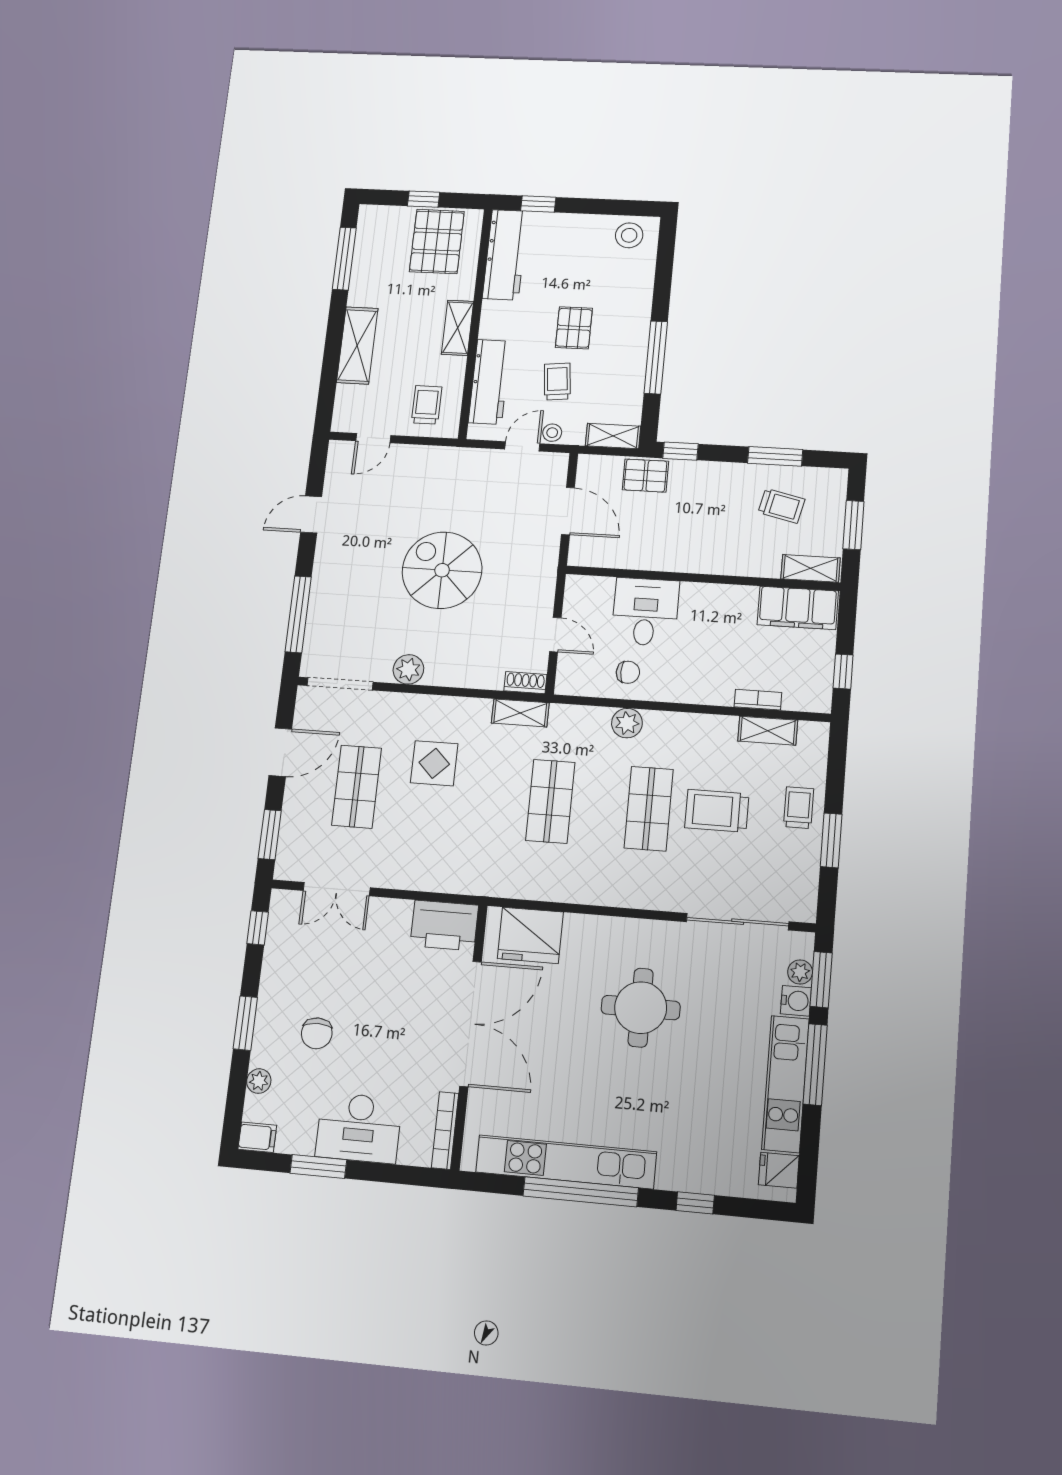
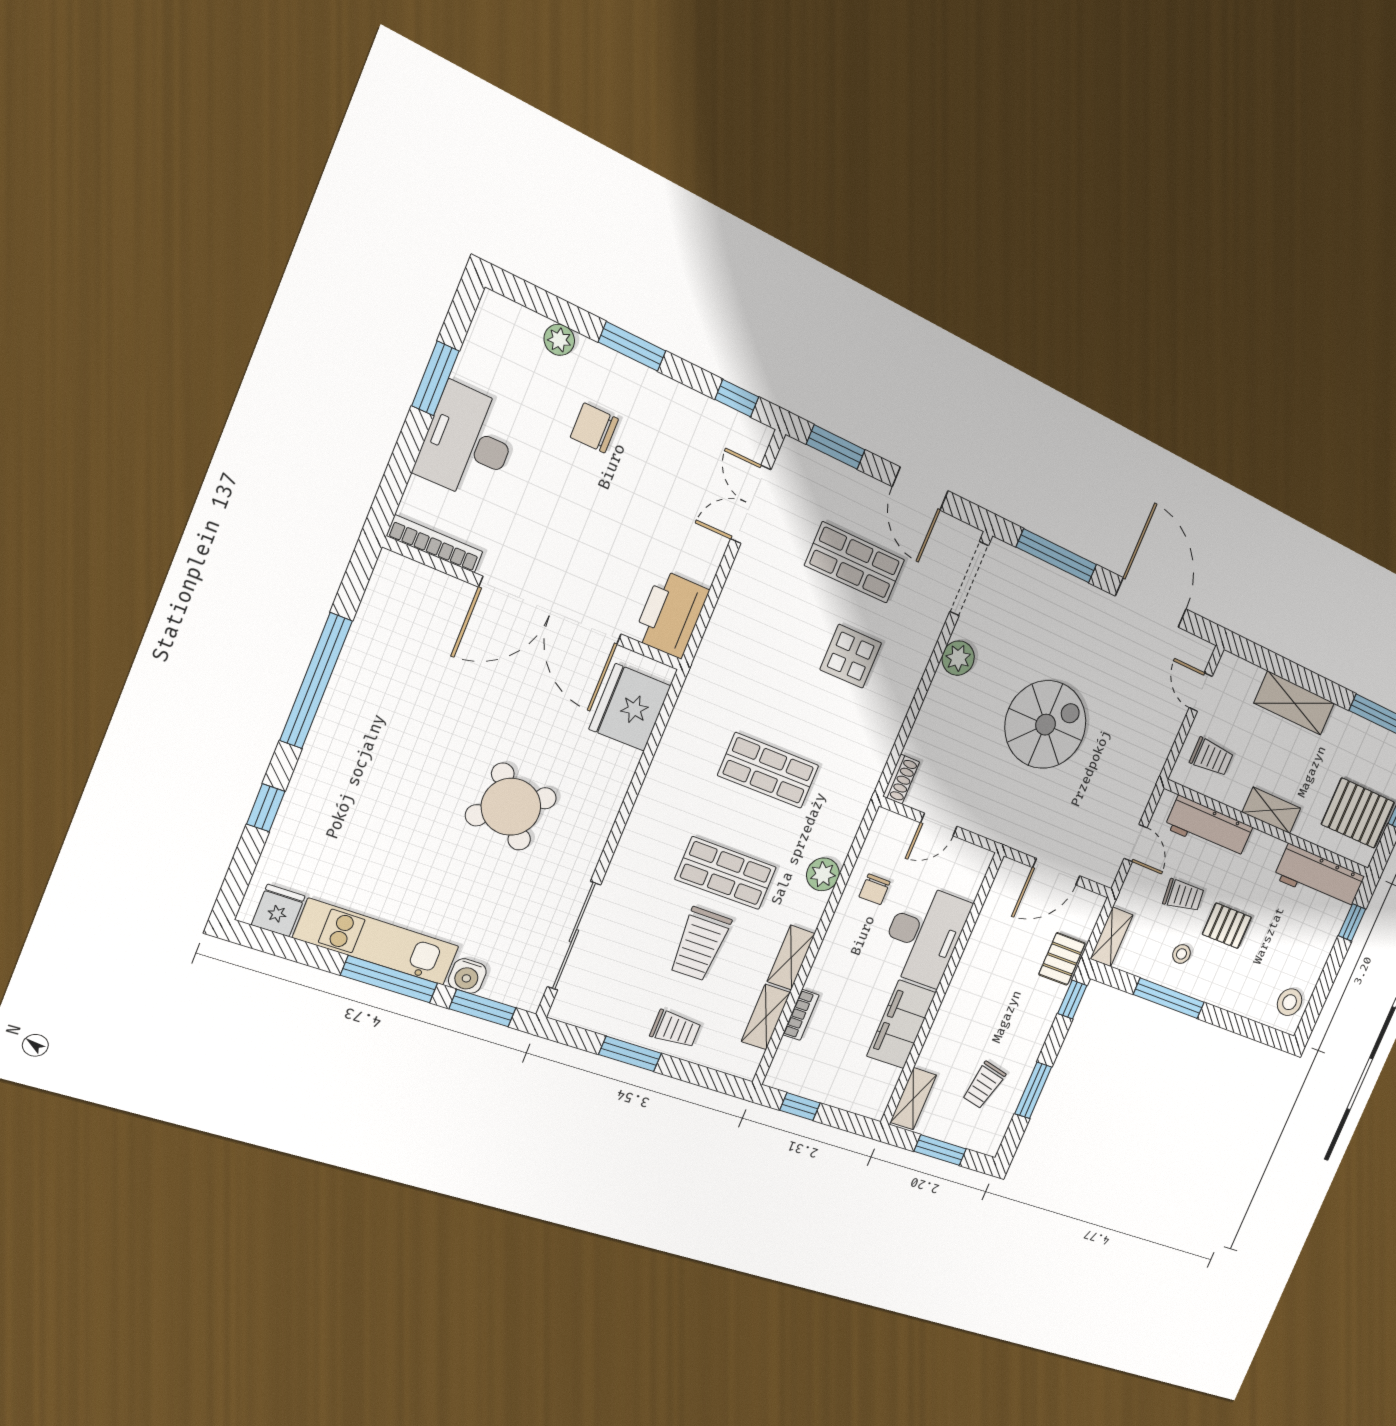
stool: (552, 433) -> (1182, 954), moved
door: (311, 514) -> (1151, 603), width x1.87
filing cabinet: (798, 608) -> (901, 1024), moved
desk: (645, 612) -> (924, 935), width x1.37
shelving: (520, 713) -> (791, 958), moved
trolley: (717, 811) -> (700, 944), turned 180
plant: (800, 972) -> (498, 988), removed
round table: (641, 1008) -> (511, 807), turned -35
filing cabinet: (257, 1137) -> (492, 315), removed
kitchen unit: (566, 1162) -> (357, 674), removed

